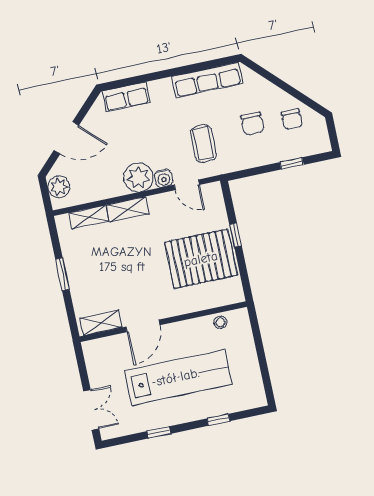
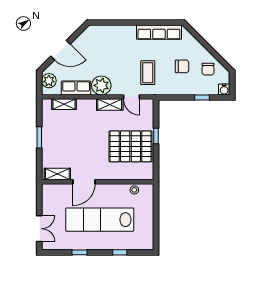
row of seats: (126, 97) -> (76, 88), moved, turned 180
chair: (252, 123) -> (182, 66), turned -90
water cooler: (164, 178) -> (224, 89), moved
shelving: (128, 209) -> (110, 105), moved
lab bench: (178, 377) -> (100, 220), turned 180

